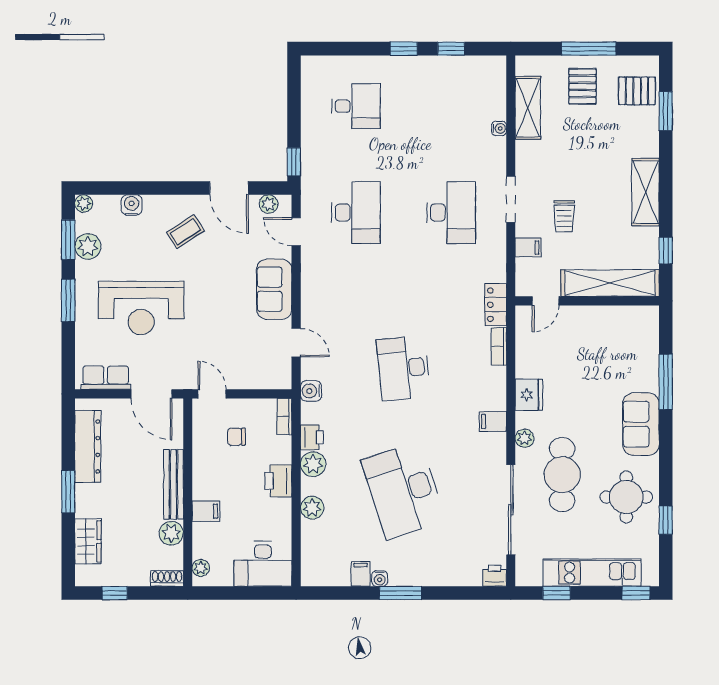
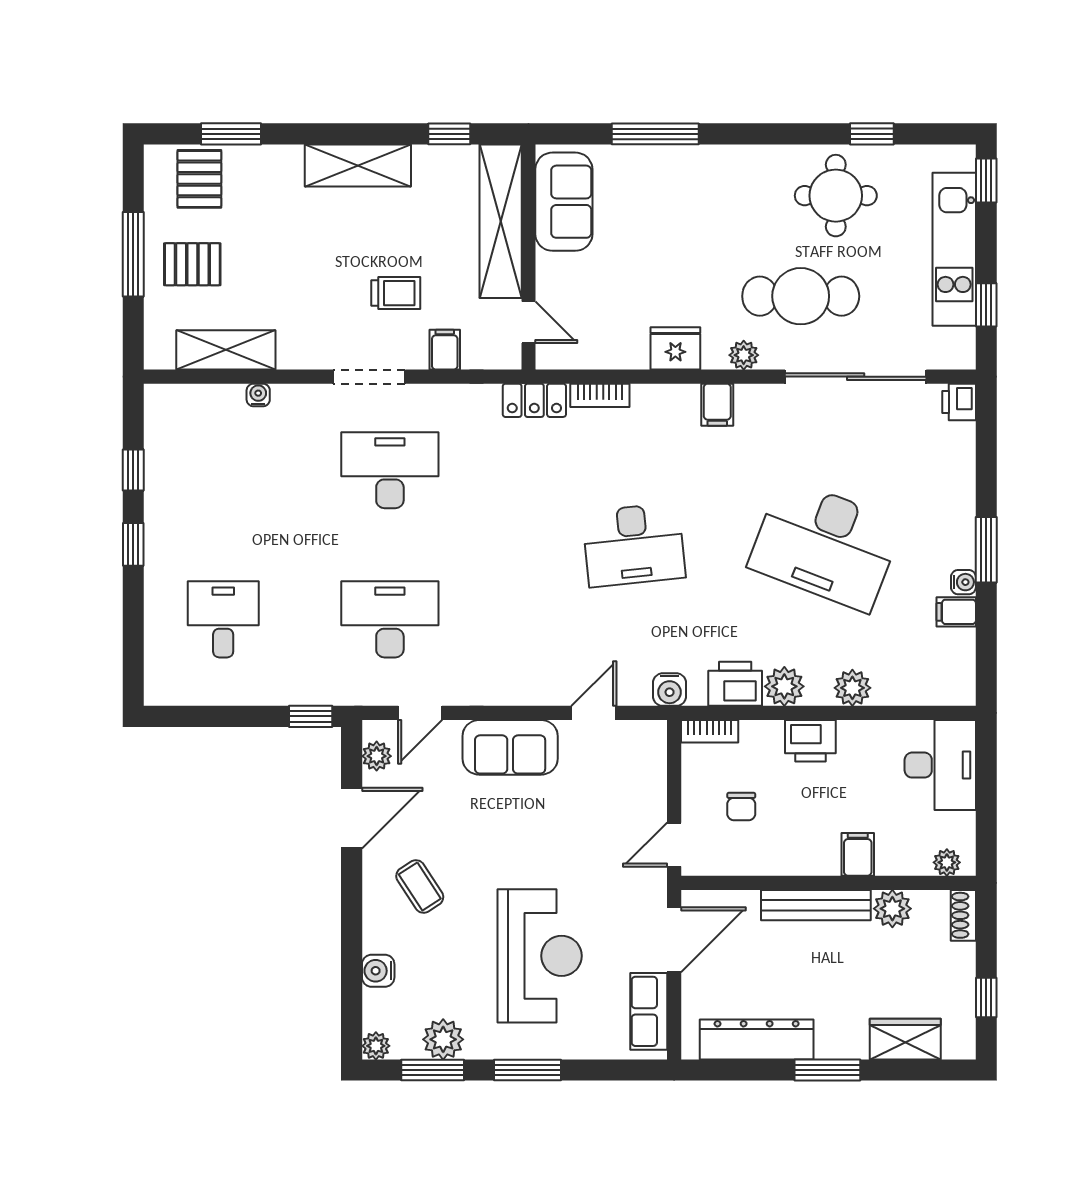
sofa: (641, 424) -> (564, 202), moved, turned -90
printer: (312, 437) -> (735, 684), width x1.36, depth x1.24
desk: (403, 490) -> (825, 545), turned 39

